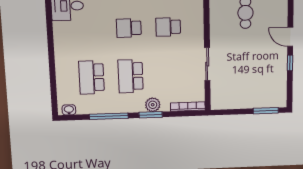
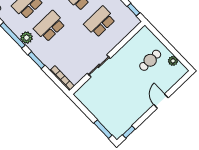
school desk: (168, 27) -> (100, 22), width x1.85
window: (290, 63) -> (129, 132), moved
plant: (153, 105) -> (26, 38), moved

